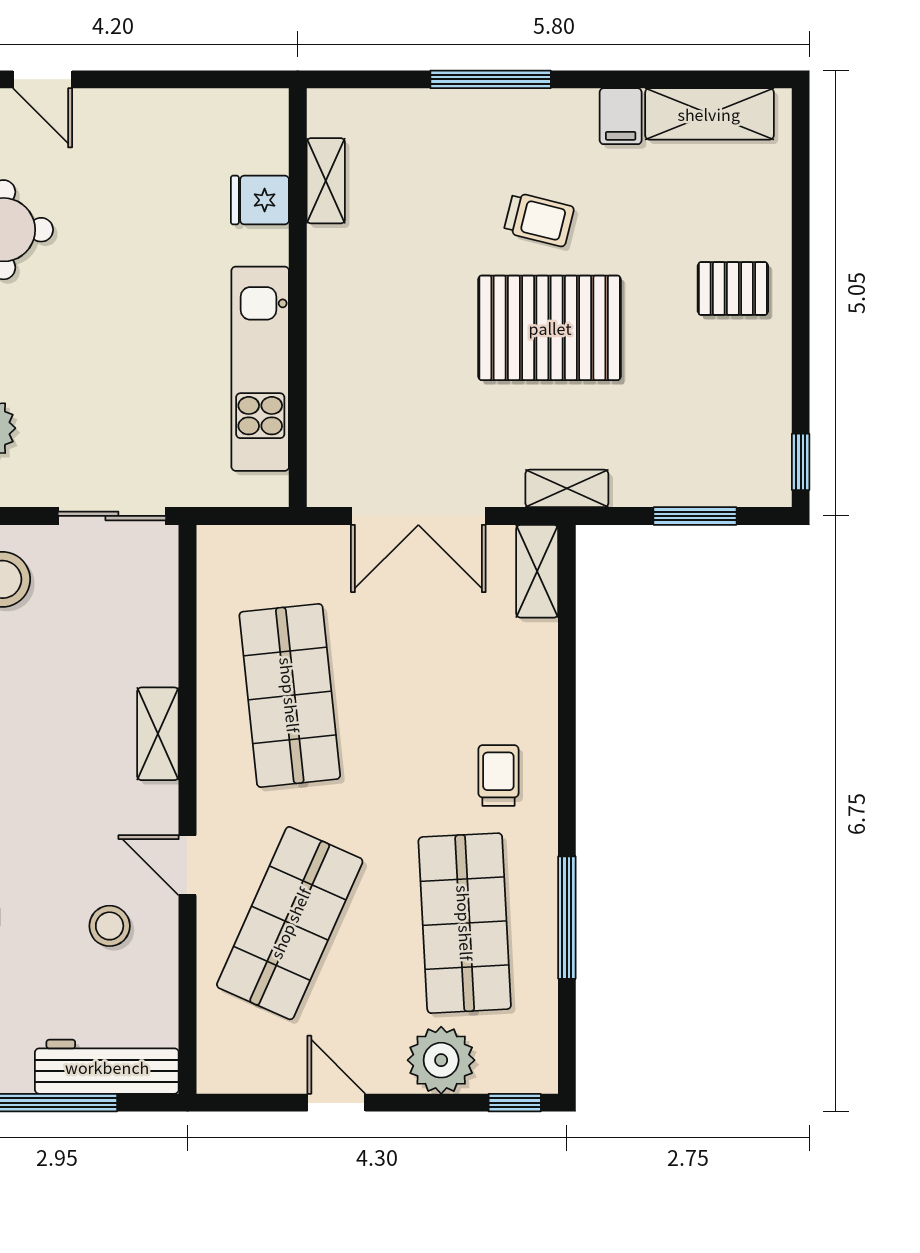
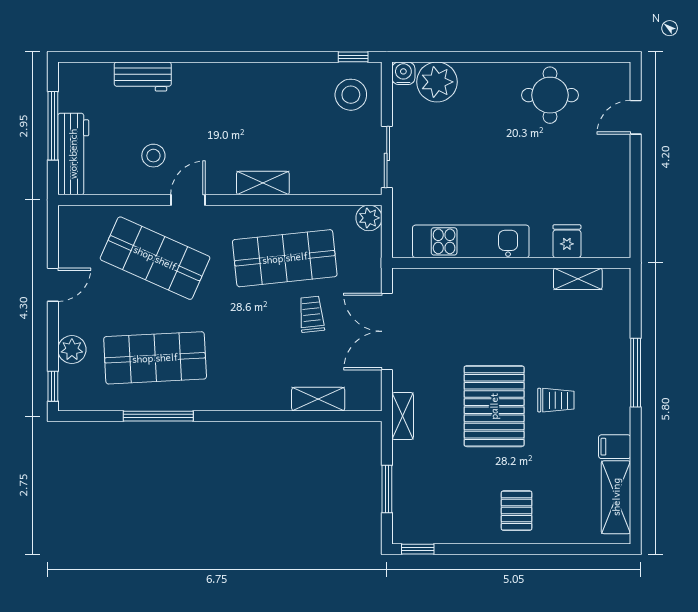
trolley: (539, 219) -> (556, 400), turned -104
plant: (219, 548) -> (369, 218), added
shelving: (537, 571) -> (318, 399), moved
trolley: (498, 776) -> (311, 314), moved, turned -96
plant: (441, 1060) -> (72, 350), width x0.73, depth x0.73

